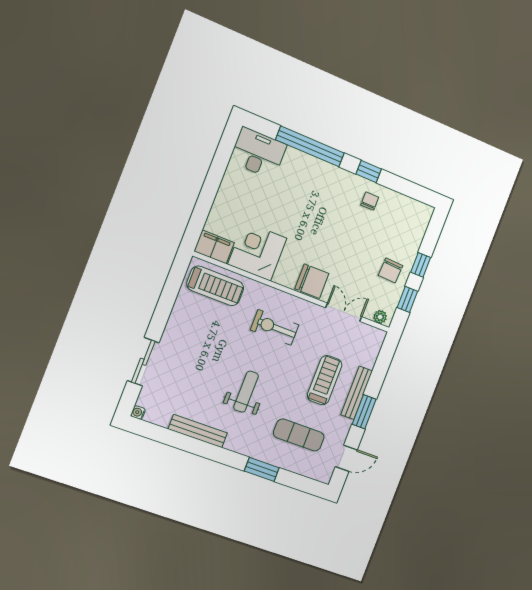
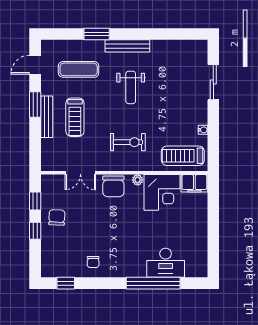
desk: (258, 153) -> (166, 263), moved
window: (369, 171) -> (66, 283), moved
chair: (312, 281) -> (113, 186), turned -90
plant: (380, 317) -> (138, 180), moved
water cooler: (138, 412) -> (203, 130), moved
bench: (198, 431) -> (127, 46), moved

